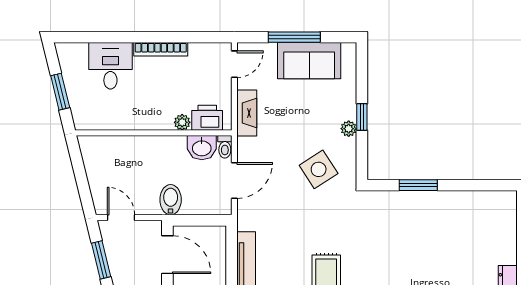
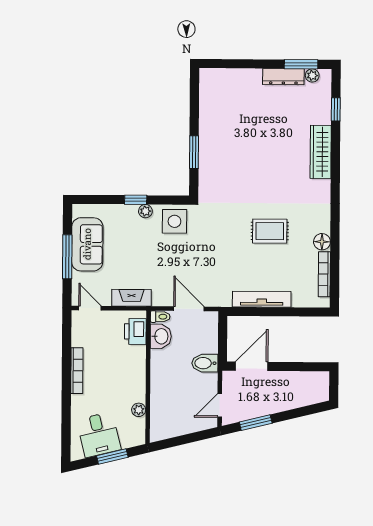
desk: (110, 66) -> (99, 435), moved, turned -104
plant: (182, 122) -> (139, 410), moved
side table: (319, 169) -> (174, 221), moved, turned 33

